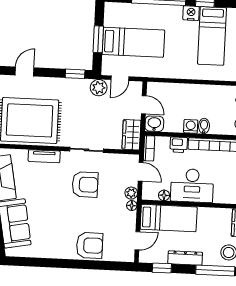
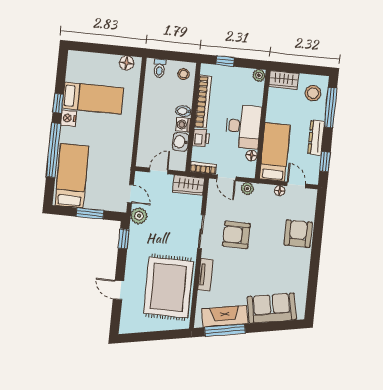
bed: (133, 42) -> (72, 176), moved
washbasin: (154, 124) -> (180, 142), moved
door: (141, 172) -> (226, 178), swing flipped
armchair: (85, 185) -> (236, 235), turned -90
floor lamp: (132, 206) -> (280, 191), moved

